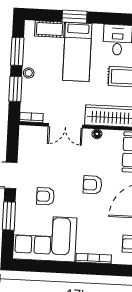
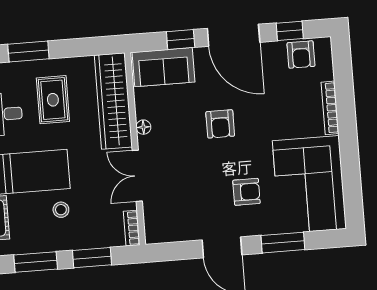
stool: (29, 73) -> (61, 210), moved
double door: (65, 126) -> (137, 176), swing flipped
armchair: (45, 196) -> (246, 192), turned -90

